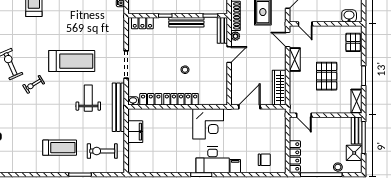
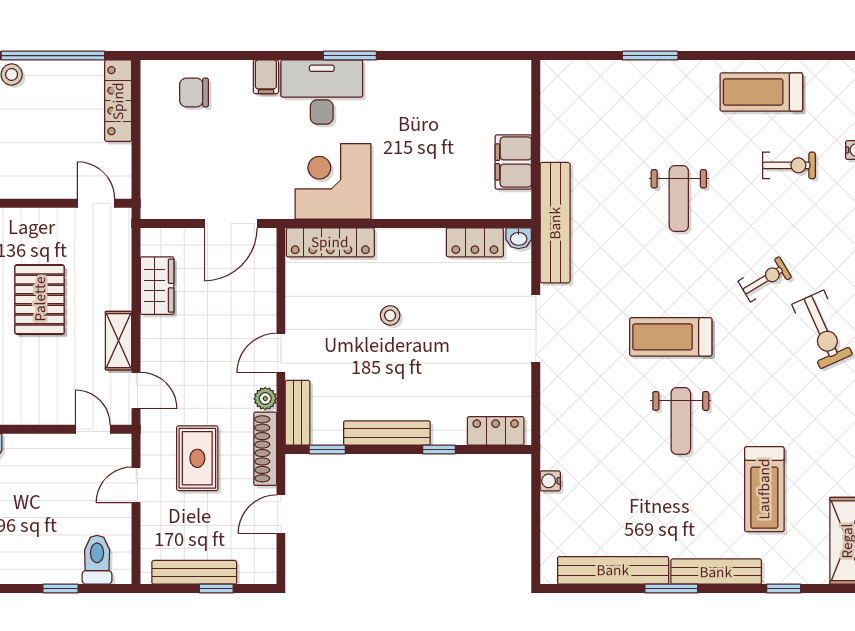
weight bench: (68, 27) -> (681, 421), added
treadmill: (72, 61) -> (671, 337), width x0.73, depth x0.73
wardrobe: (279, 88) -> (157, 286), width x0.67
weight bench: (88, 98) -> (679, 199), moved
locker: (181, 99) -> (330, 242), moved
treadmill: (60, 148) -> (761, 92), moved
exercise bike: (102, 151) -> (789, 165), moved, width x0.73, depth x0.72

